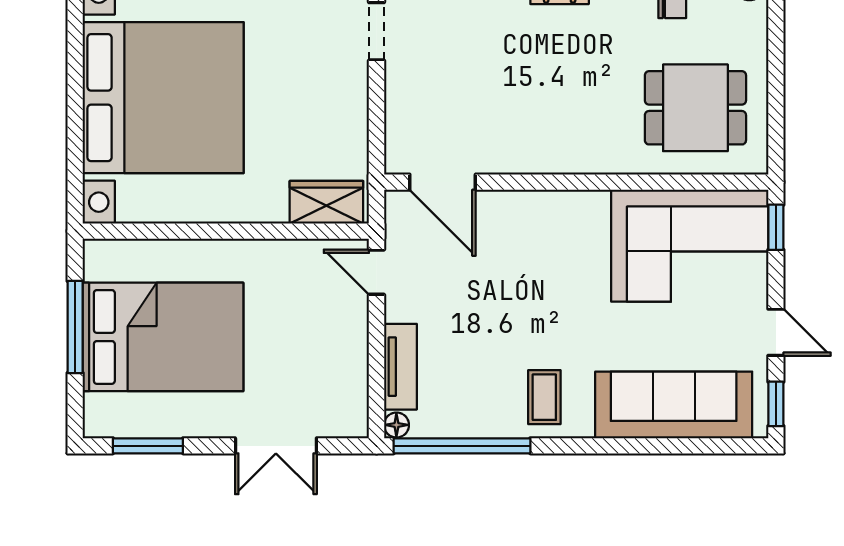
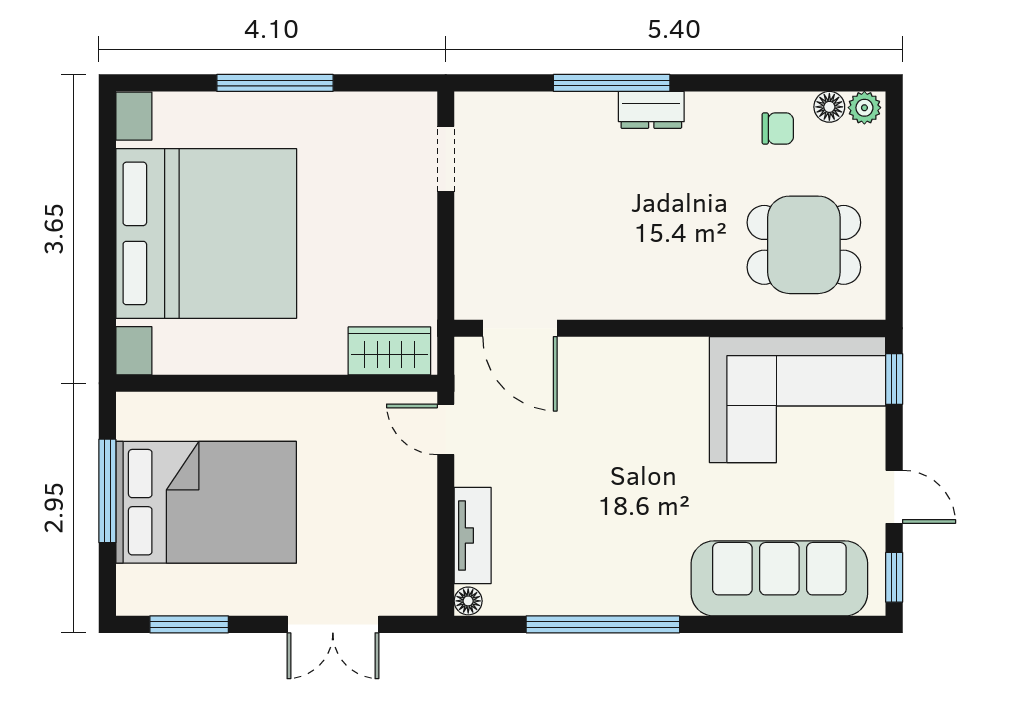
coffee table: (544, 397) -> (634, 570), removed
window: (462, 446) -> (603, 624), moved

